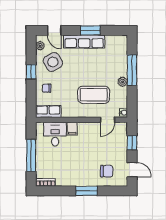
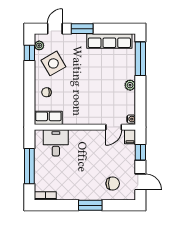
door: (54, 30) -> (55, 29), swing flipped
window: (90, 30) -> (82, 29), moved
row of seats: (84, 42) -> (109, 41), moved
window: (132, 70) -> (140, 59), moved
window: (31, 72) -> (29, 53), moved
coffee table: (94, 95) -> (98, 100), removed
filing cabinet: (72, 129) -> (130, 137), moved

